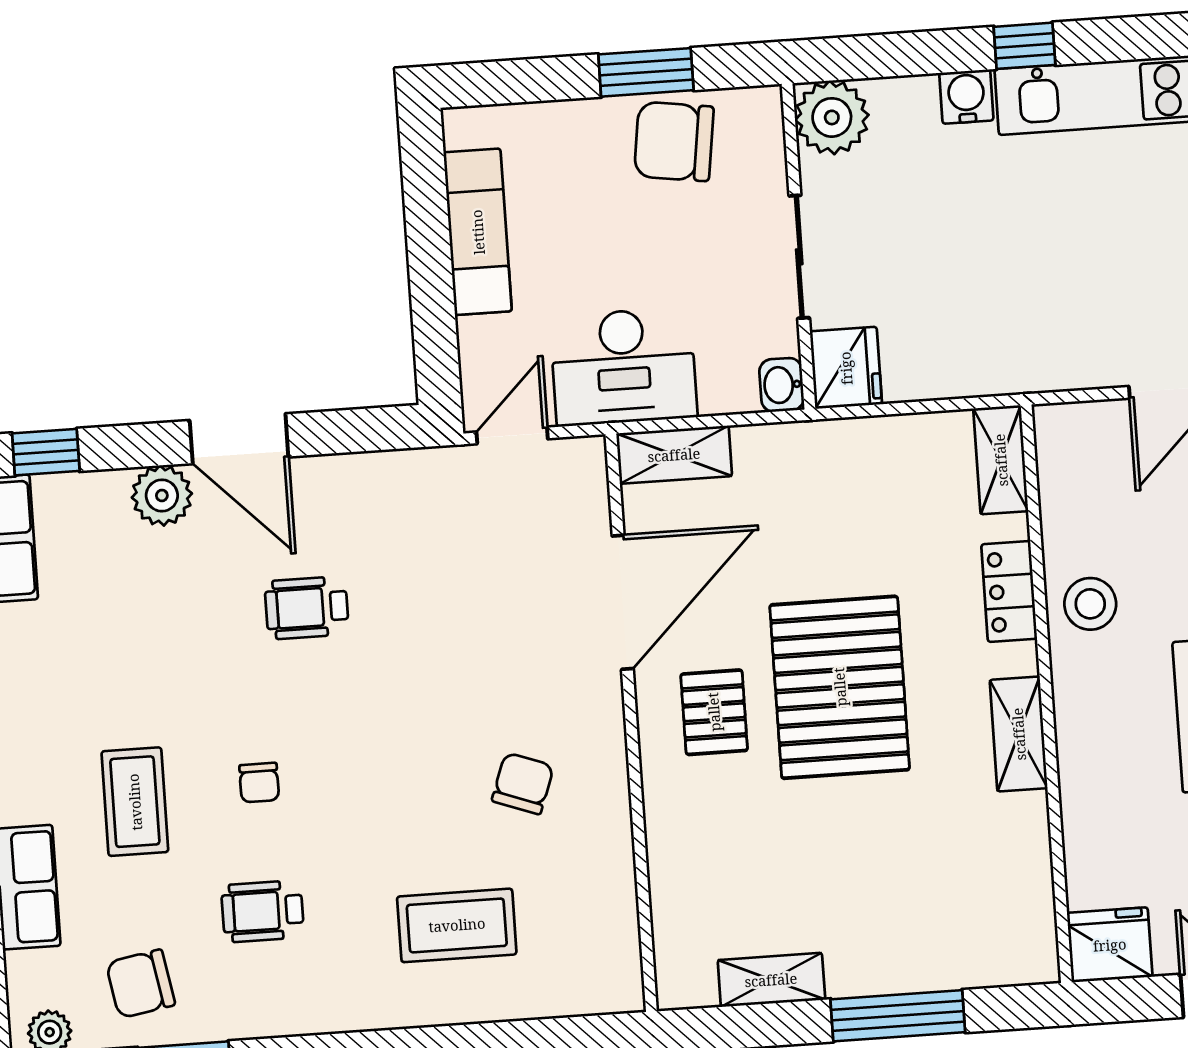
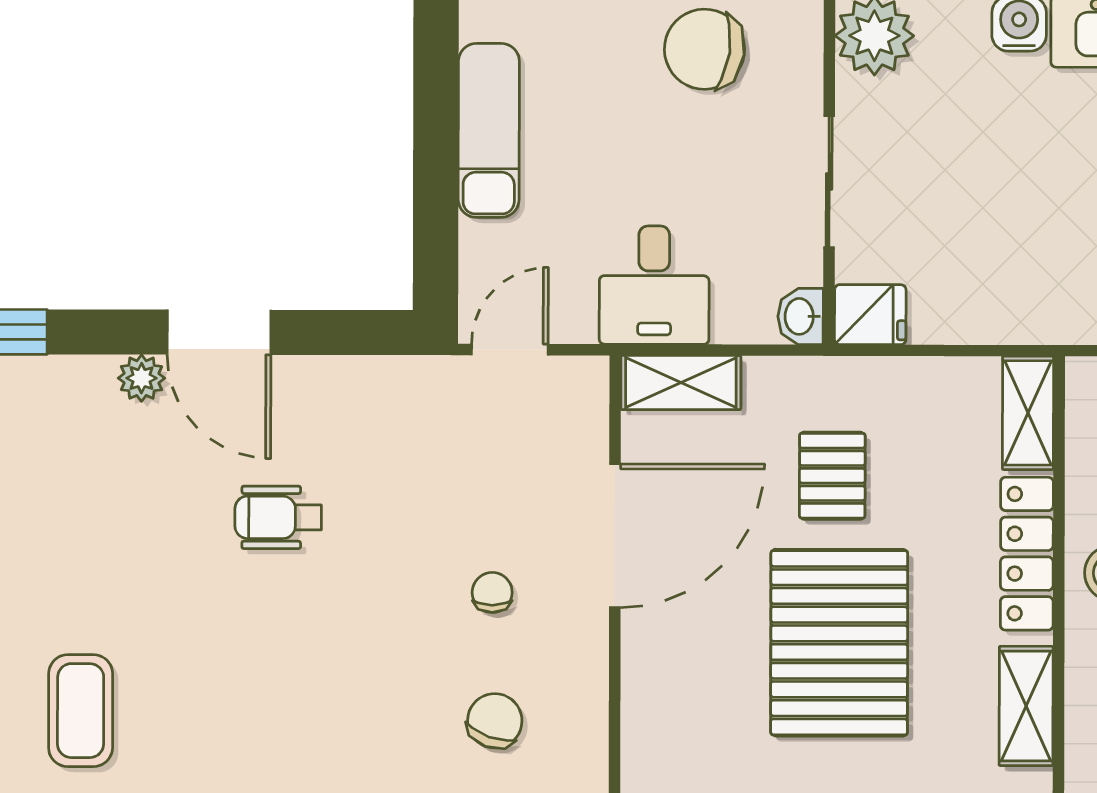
desk: (624, 367) -> (654, 285), width x0.73
fridge: (846, 368) -> (870, 315), width x0.72
plant: (162, 496) -> (141, 378), width x0.73, depth x0.73
locker: (1009, 592) -> (1027, 554), width x1.53
pallet: (714, 712) -> (832, 476), moved
chair: (259, 783) -> (492, 592), moved, turned 180

